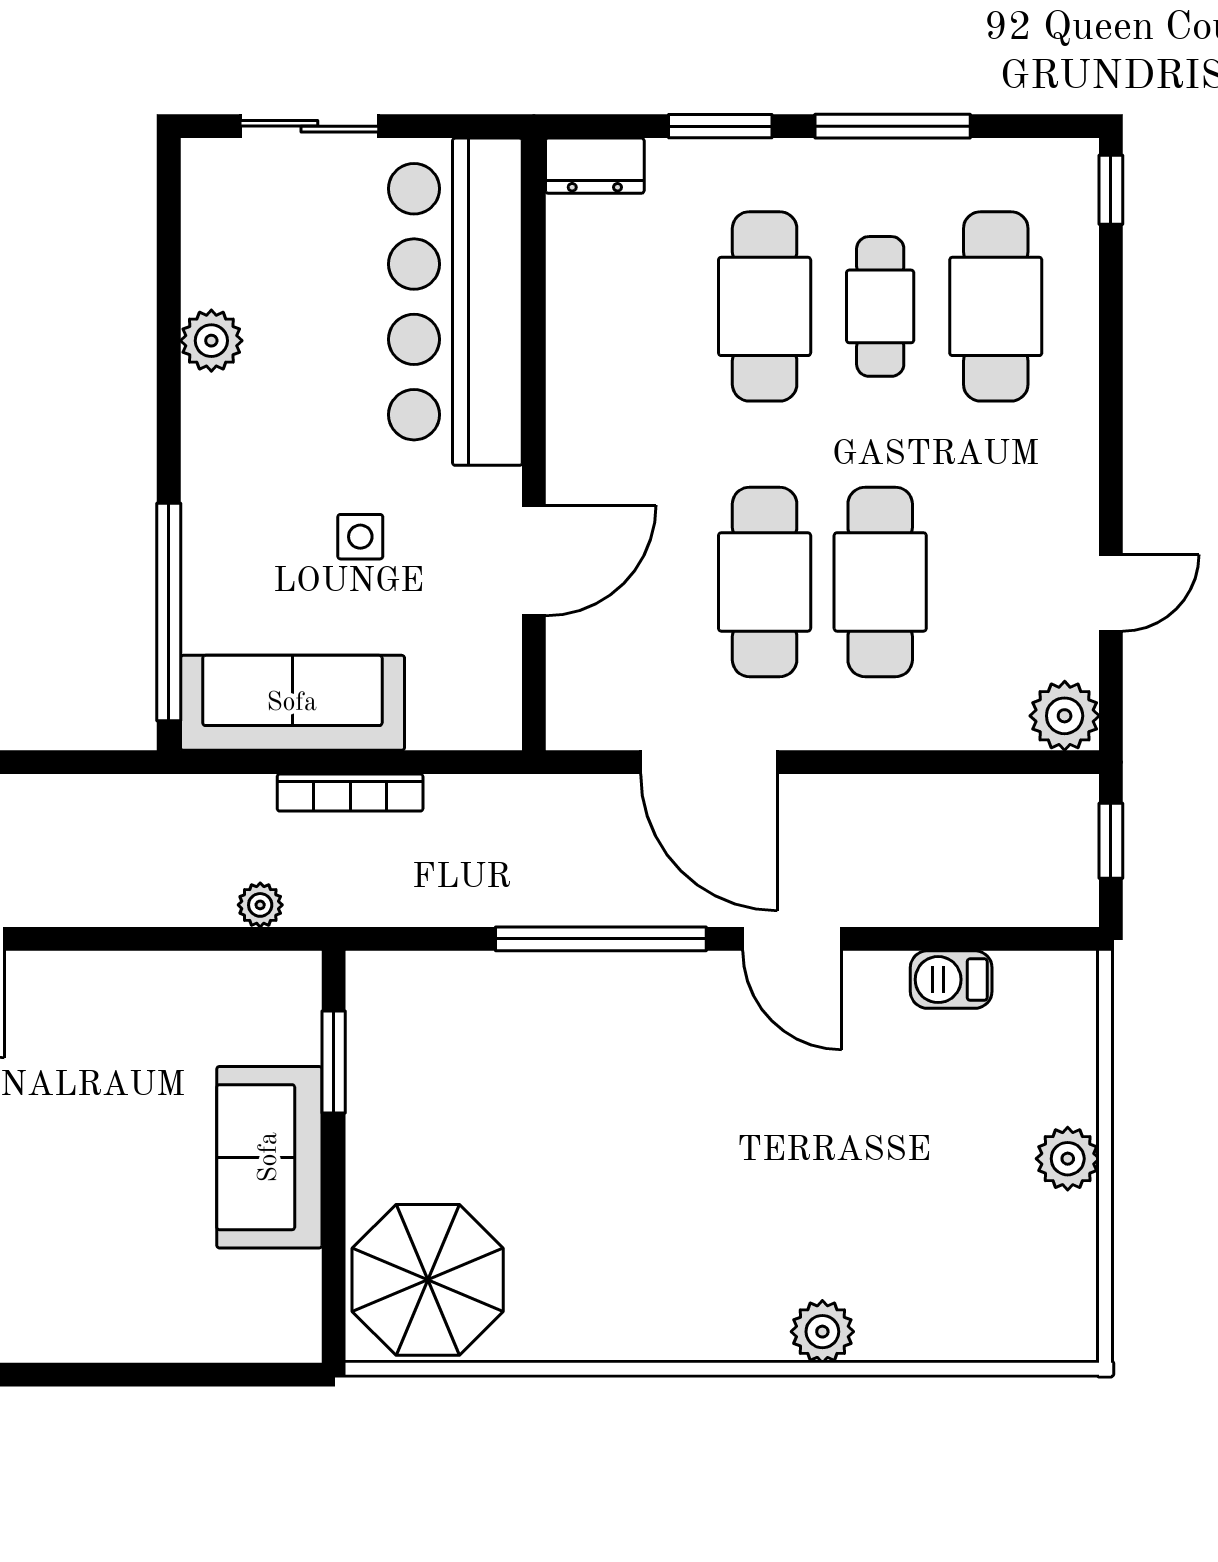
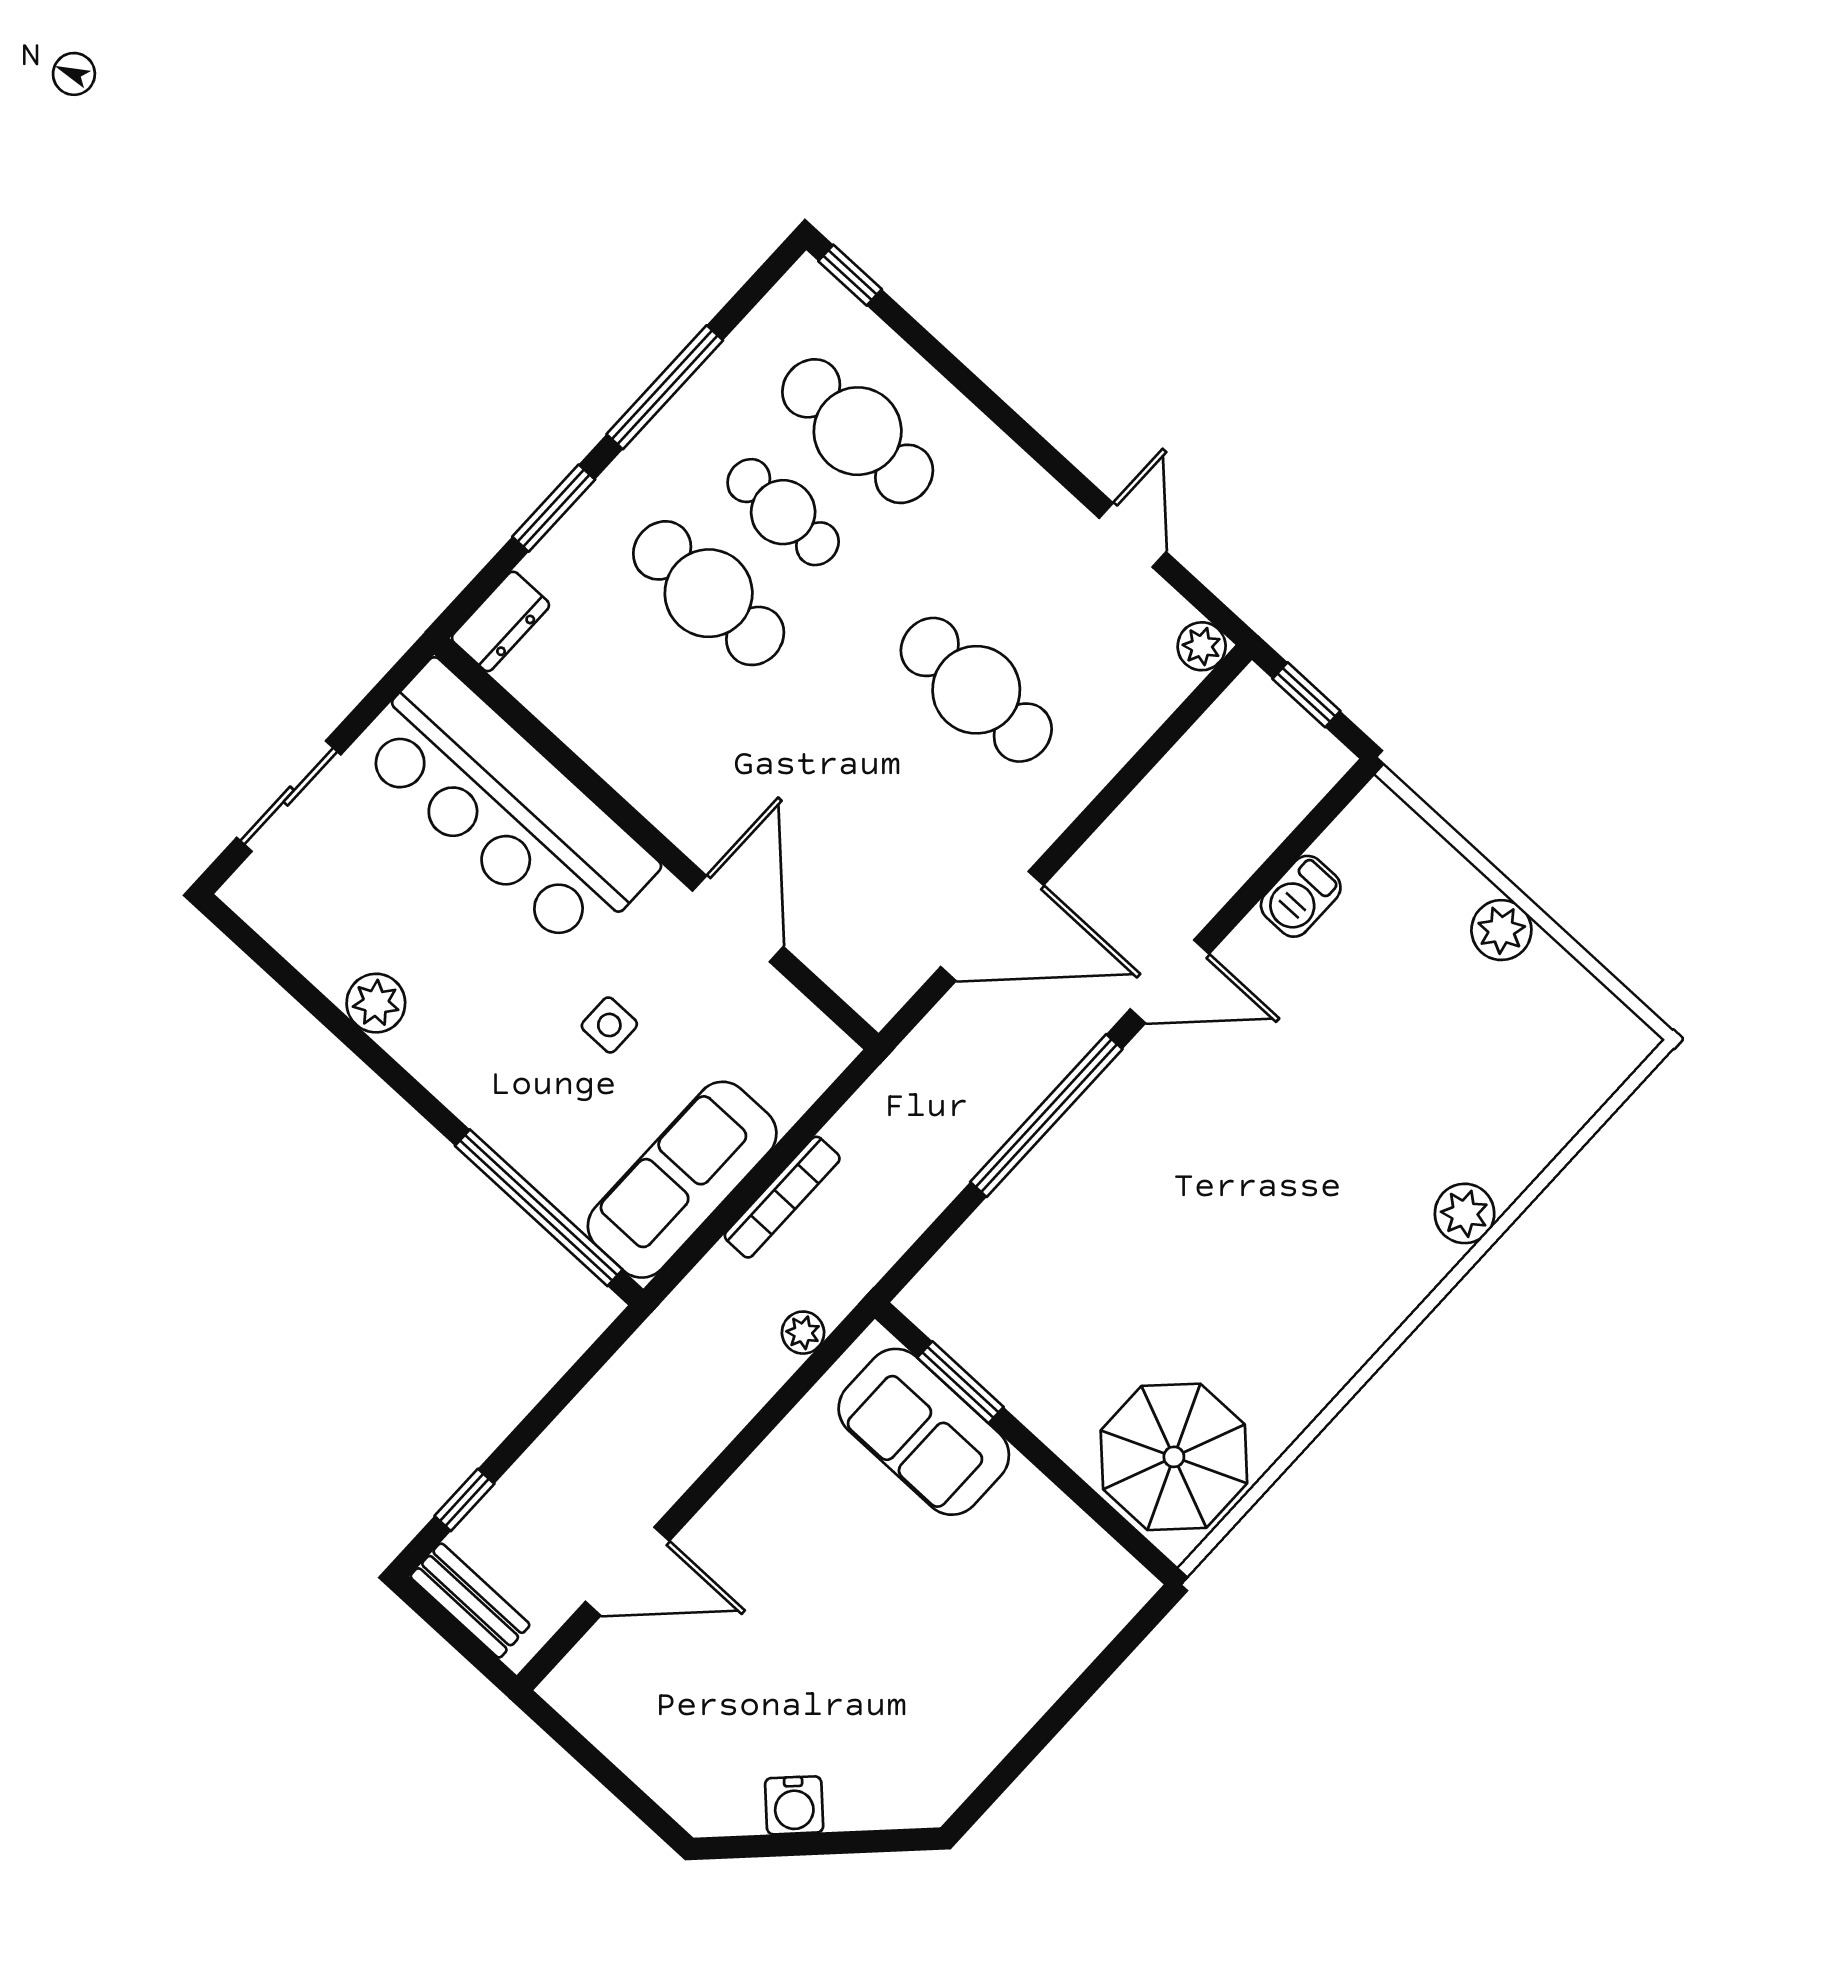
cafe table: (765, 582) -> (902, 771), removed
plant: (1065, 716) -> (1202, 646), width x0.73, depth x0.73
sofa: (269, 1157) -> (924, 1432), moved

